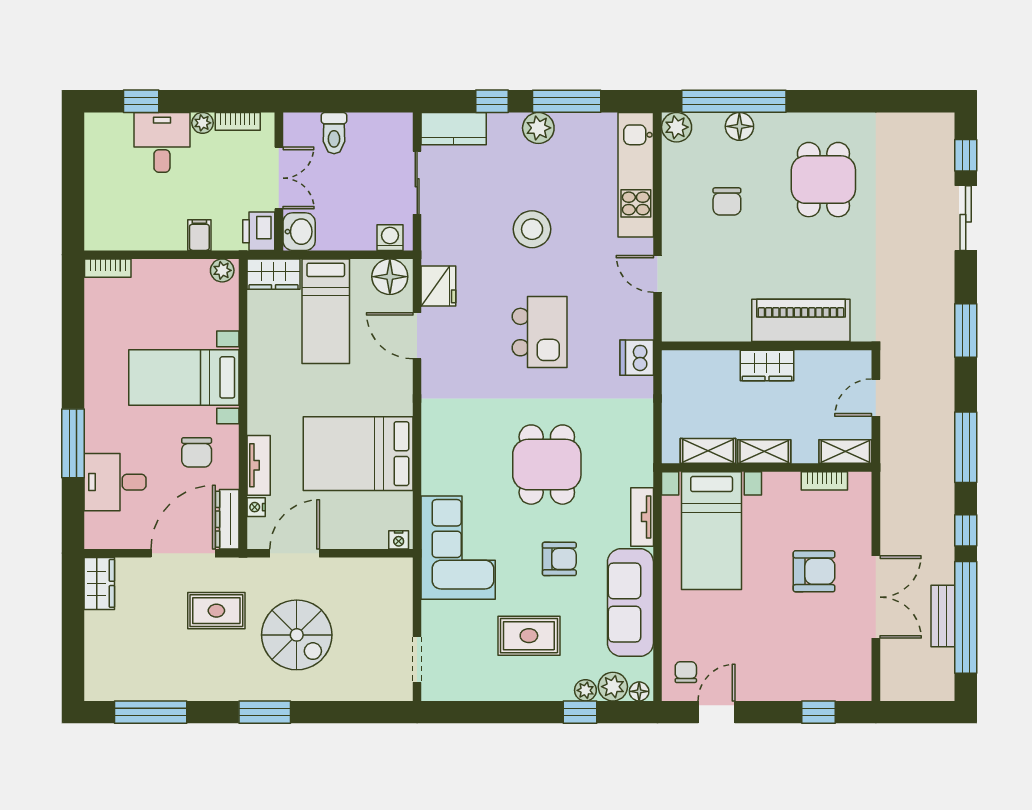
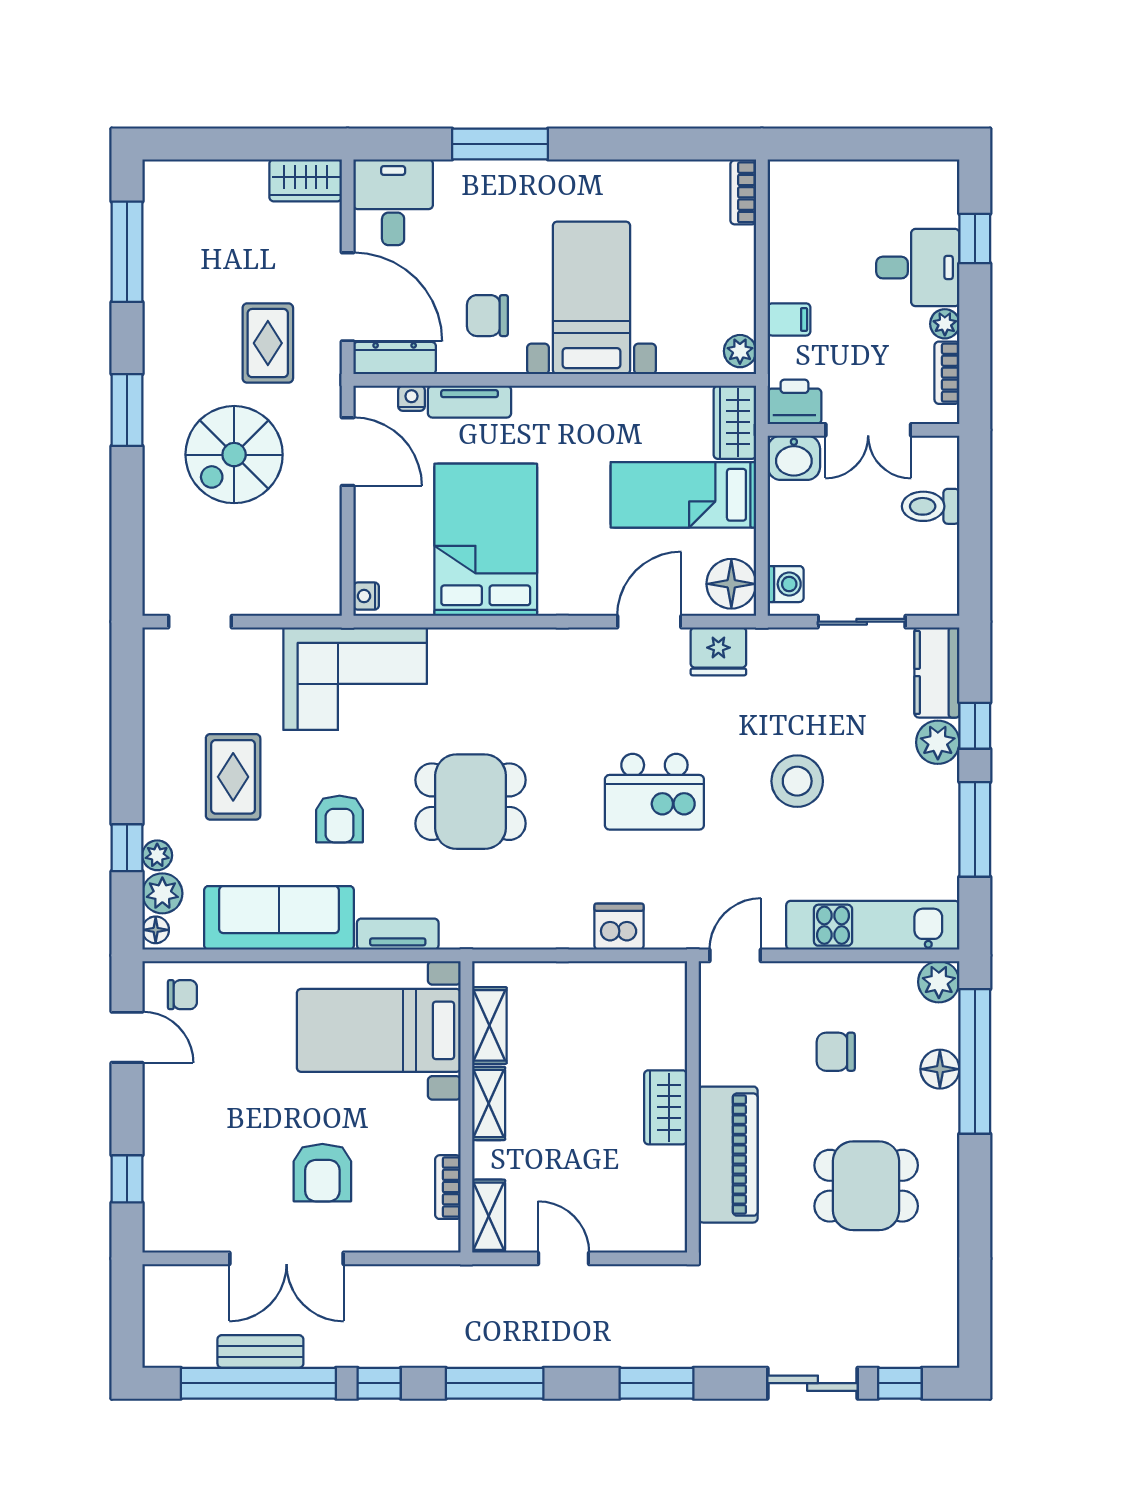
plant: (538, 128) -> (938, 742), moved
piano: (801, 320) -> (728, 1155), moved
wall: (767, 346) -> (693, 1107), moved
wardrobe: (767, 366) -> (666, 1107), moved
desk: (115, 482) -> (393, 202), moved

